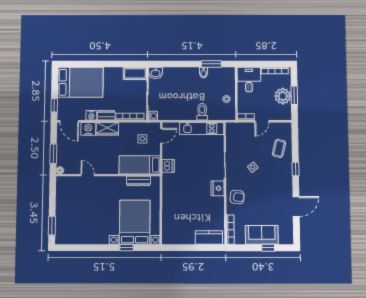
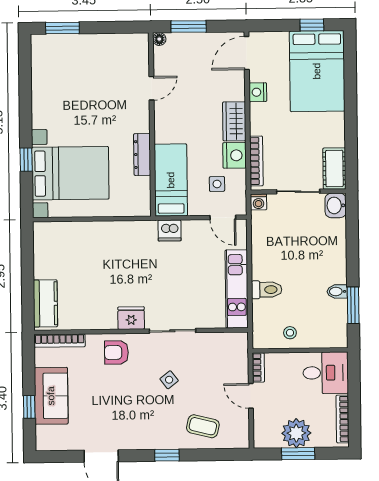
window: (54, 105) -> (312, 25), moved
dresser: (106, 115) -> (258, 119), removed
nightstand: (88, 129) -> (234, 155), moved
dresser: (138, 181) -> (142, 154), moved
armchair: (237, 197) -> (116, 352), turned 85

